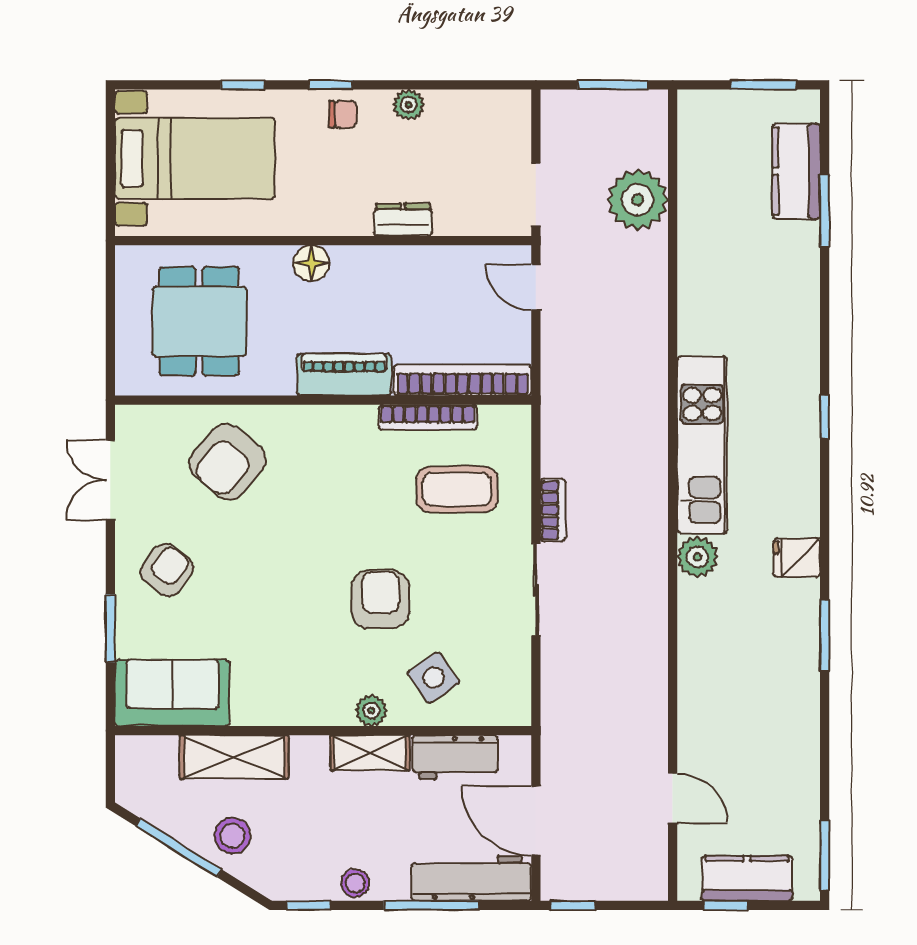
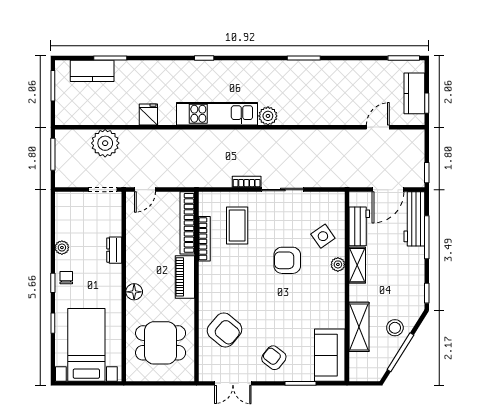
fridge: (797, 558) -> (148, 115), moved, turned 180
stool: (355, 883) -> (416, 272), removed

